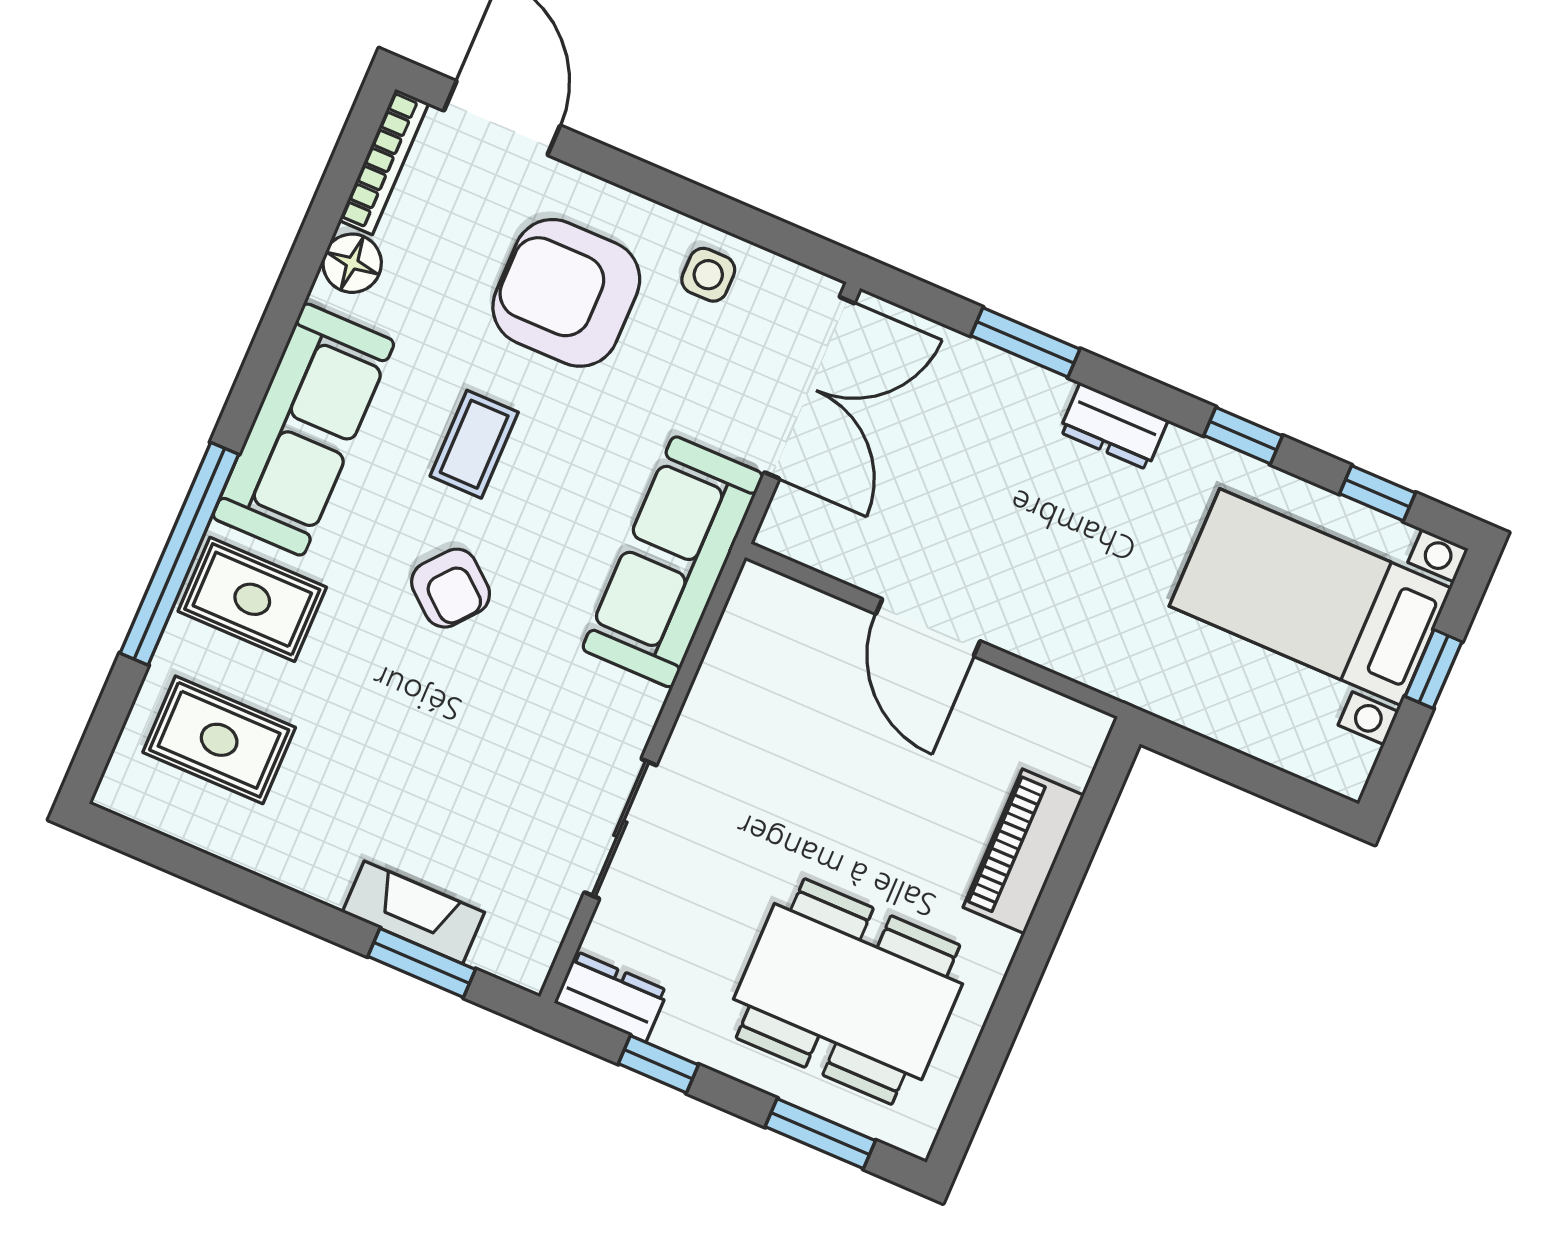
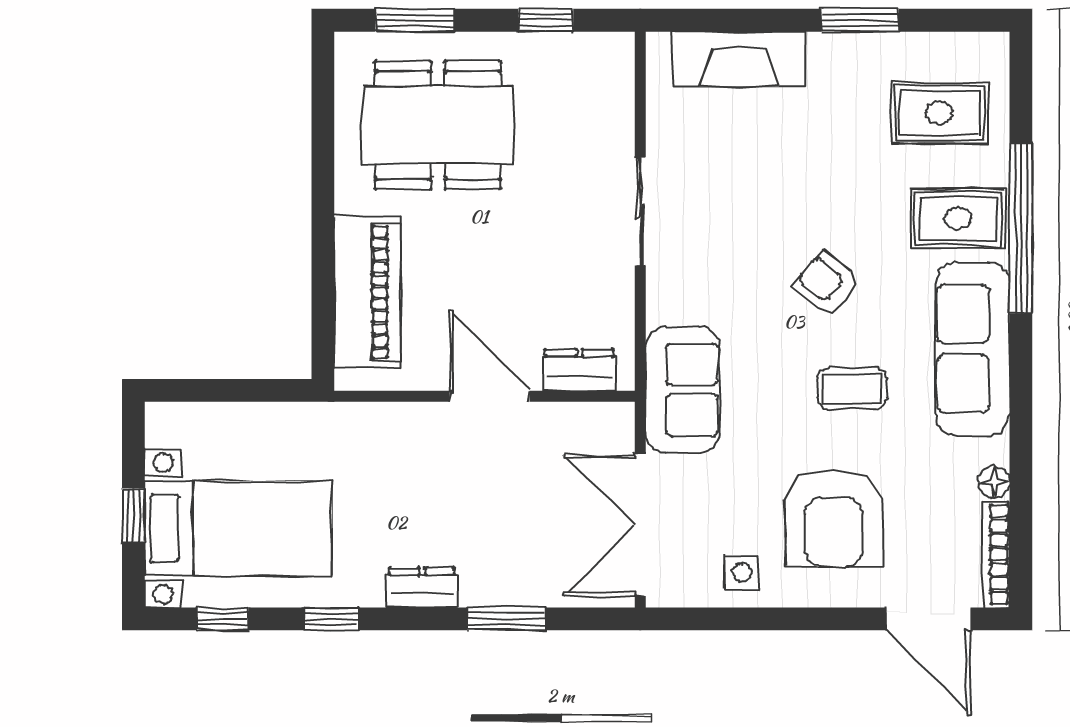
floor lamp: (352, 263) -> (994, 482), width x0.73, depth x0.73
armchair: (566, 293) -> (834, 519), turned 90
coffee table: (474, 444) -> (852, 389), turned 90
sofa: (673, 562) -> (683, 389), width x0.73
sliding door: (620, 829) -> (640, 211), moved
piano: (1024, 851) -> (367, 292), width x1.37, depth x1.33
fireplace: (413, 912) -> (739, 59), width x1.37, depth x1.32
window: (422, 963) -> (860, 20), moved
dresser: (611, 997) -> (579, 370), moved, turned 180

